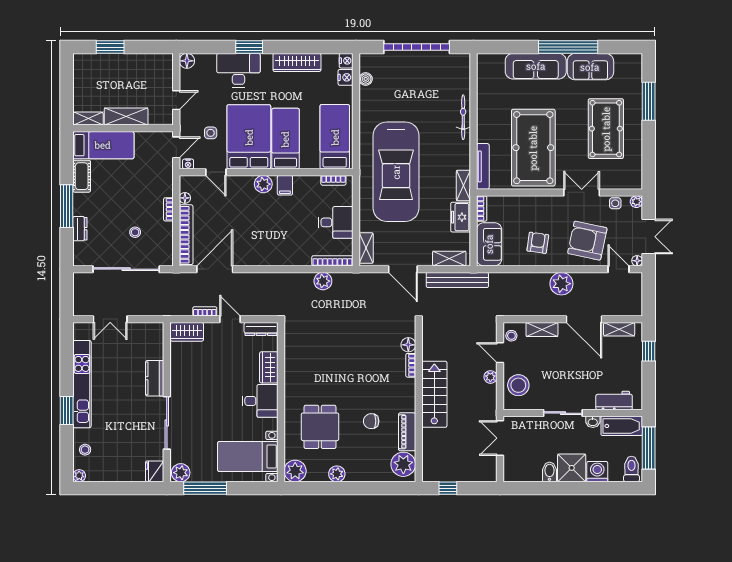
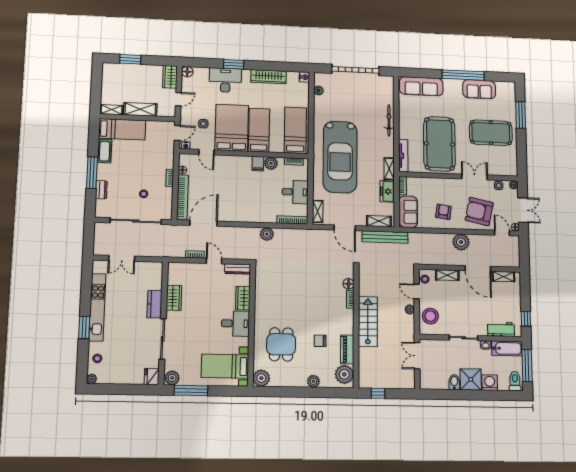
sofa: (536, 66) -> (421, 86), moved
wardrobe: (164, 69) -> (170, 77), added
nightstand: (346, 77) -> (304, 89), removed
pool table: (606, 129) -> (491, 133), turned 90
plant: (263, 184) -> (271, 163), moved
plant: (323, 281) -> (267, 234), moved
wardrobe: (187, 332) -> (174, 298), moved, turned -90
window: (649, 351) -> (526, 319), moved
plant: (337, 474) -> (313, 381), moved

